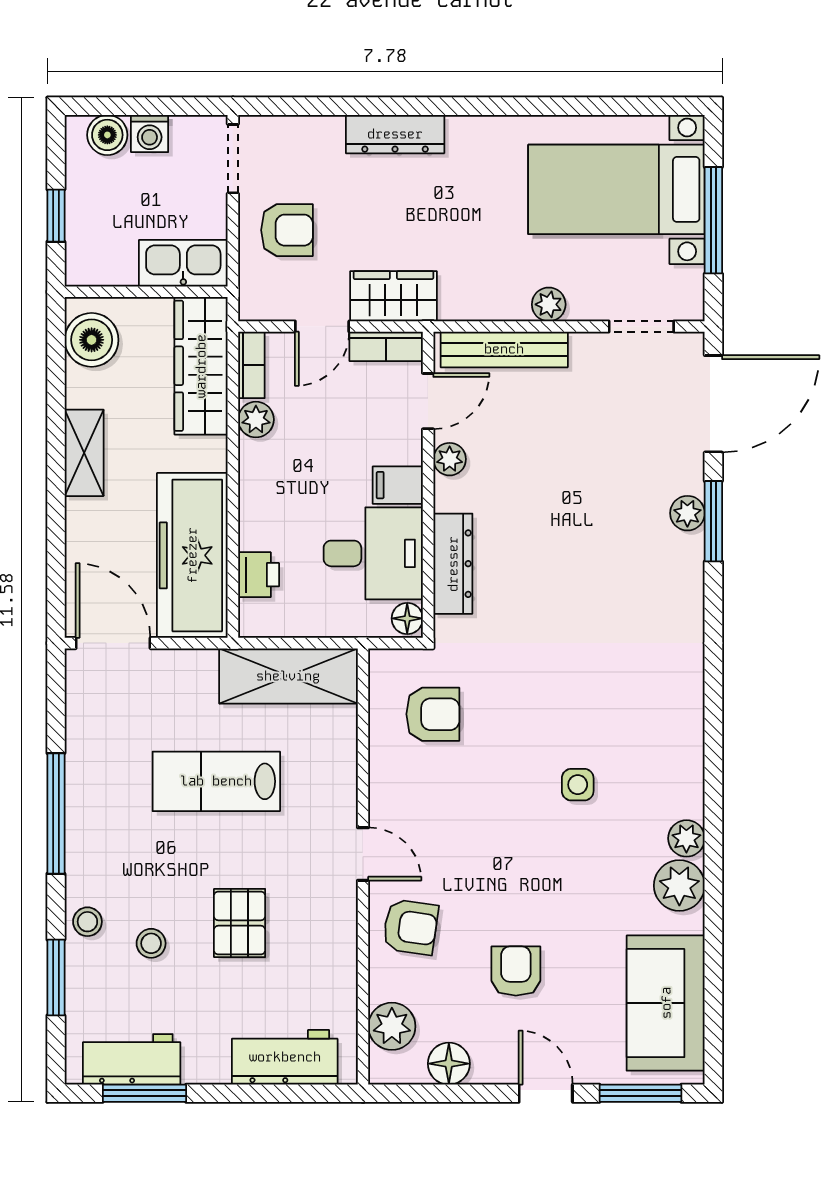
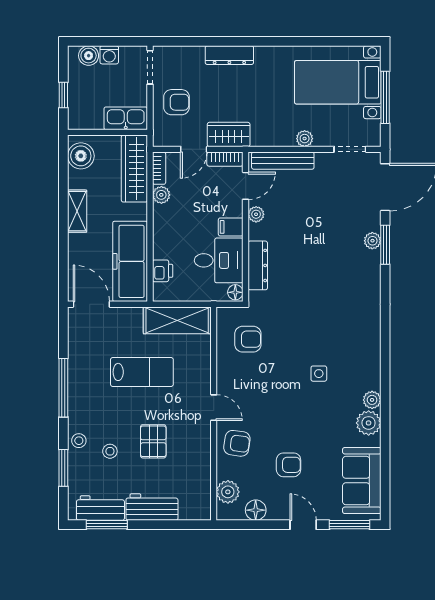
lab bench: (216, 781) -> (142, 372), turned 180
armchair: (516, 971) -> (289, 465), turned 90
workbench: (285, 1057) -> (152, 507), moved

